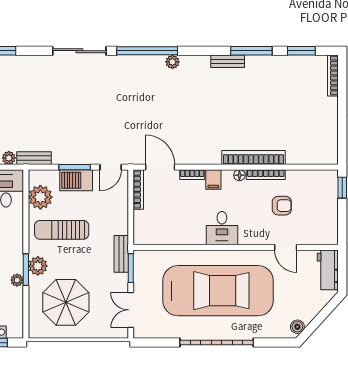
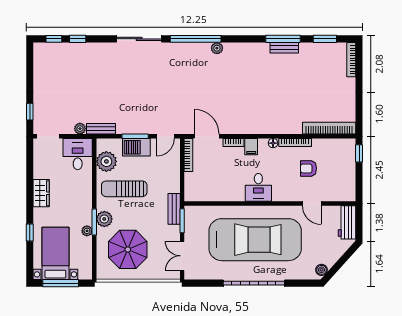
bench: (228, 61) -> (284, 48), moved
bookcase: (253, 157) -> (329, 128), moved
armchair: (282, 206) -> (308, 168), turned 180

